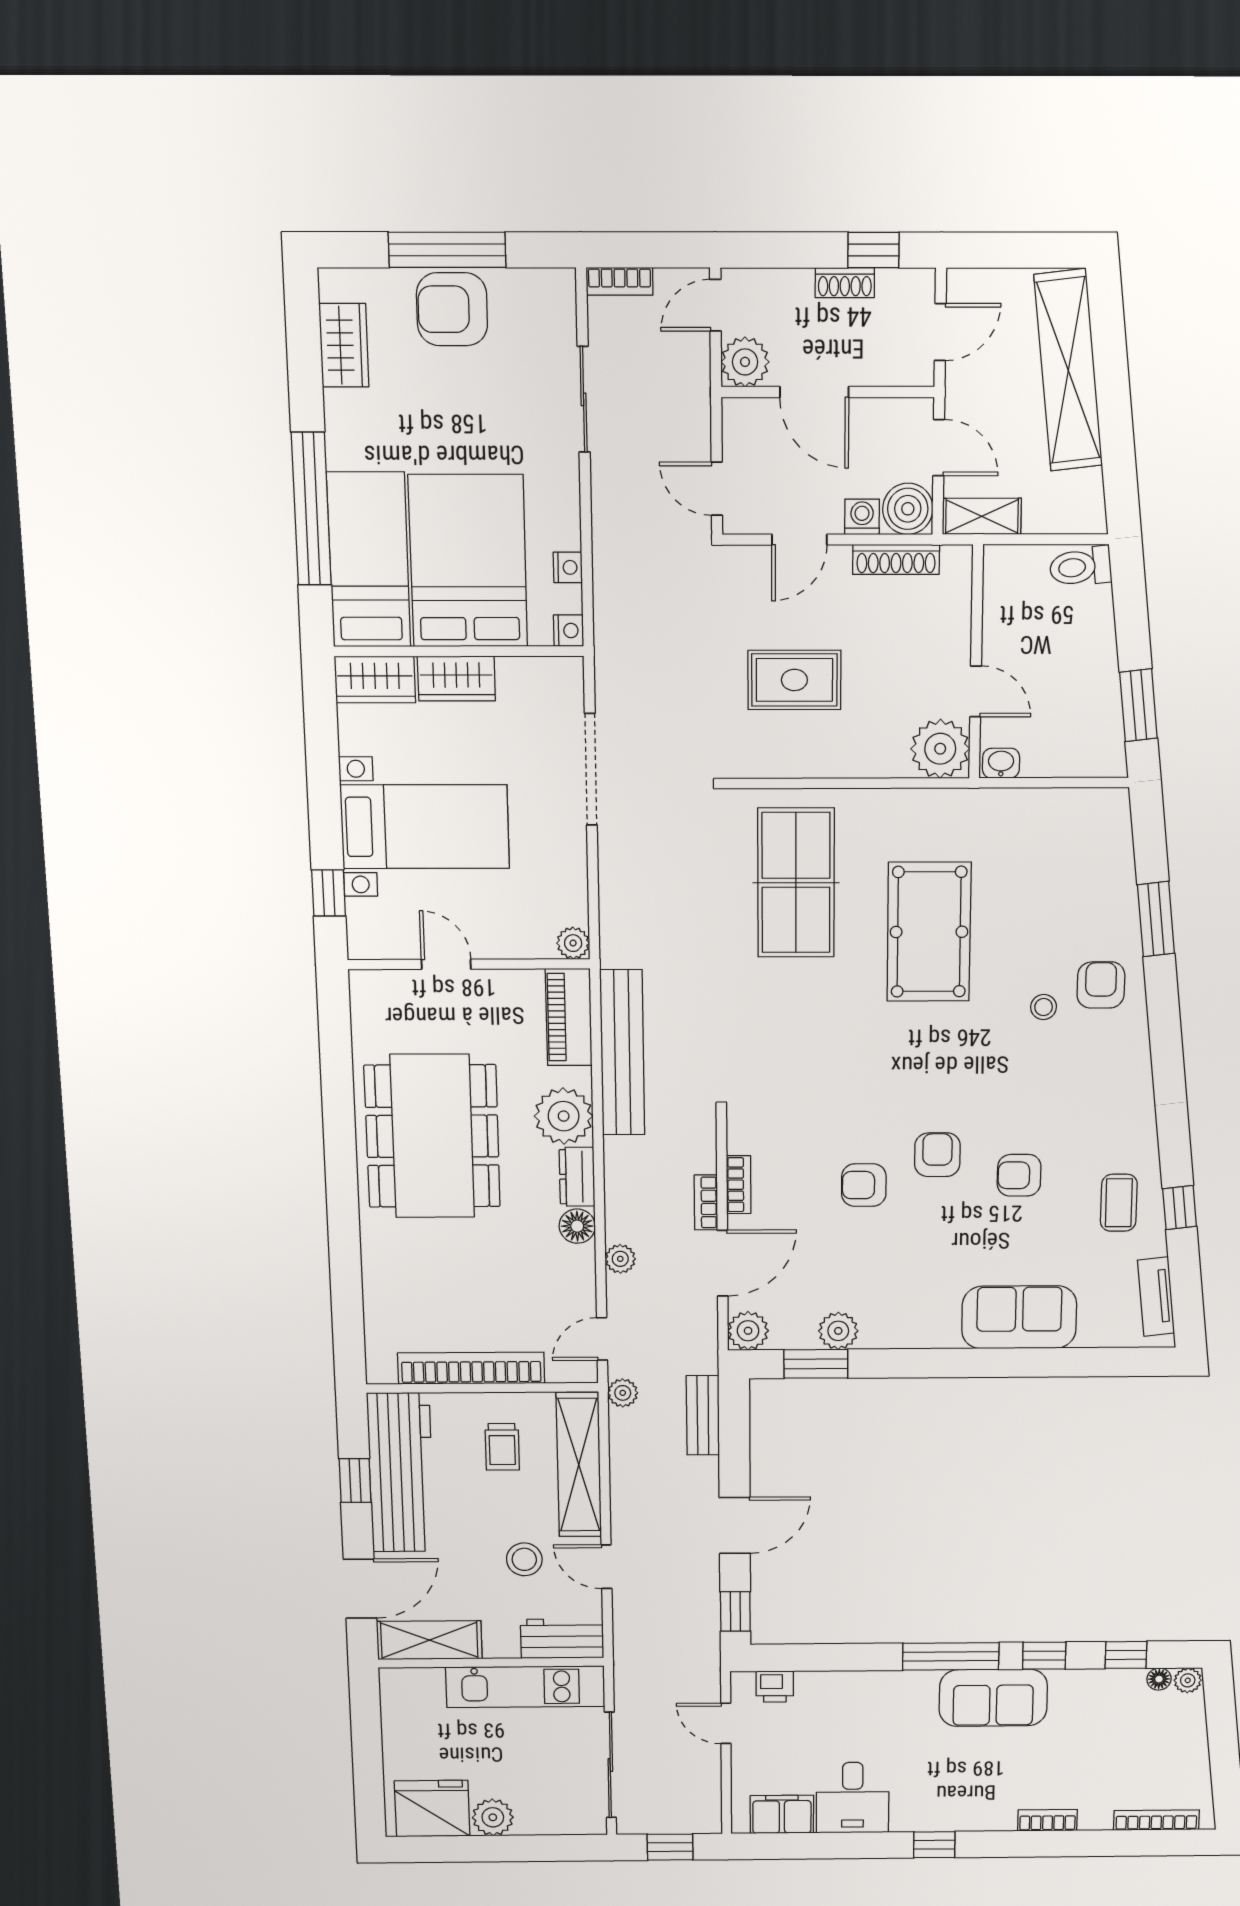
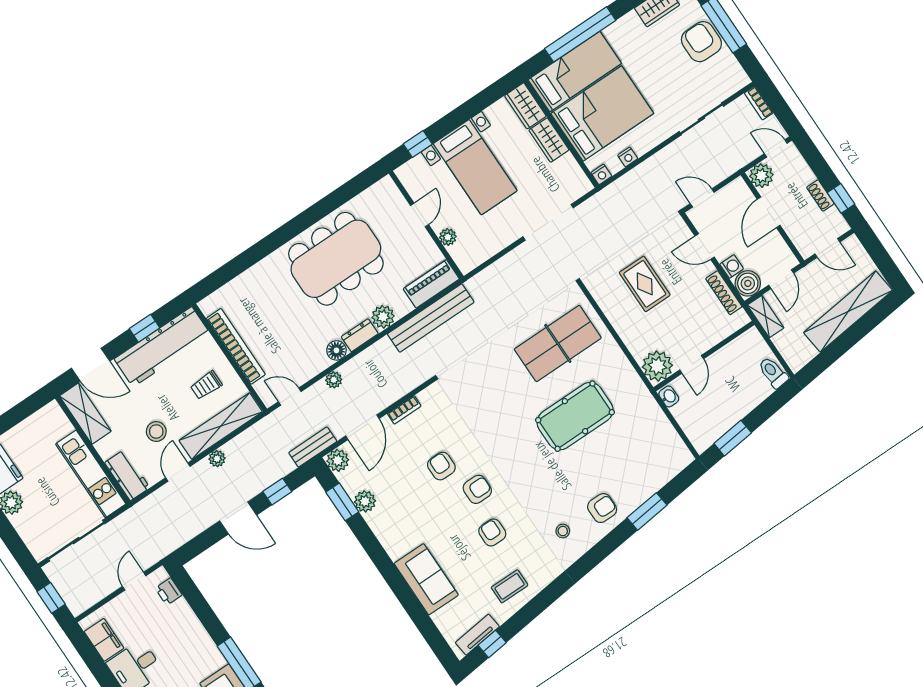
door: (717, 489) -> (702, 198), hinge flipped
plant: (573, 943) -> (448, 237), moved
stool: (1044, 1007) -> (563, 531), moved
plant: (564, 1116) -> (383, 317), width x0.73, depth x0.73
bookcase: (706, 1202) -> (386, 401), removed
window: (1180, 1207) -> (492, 644), moved
door: (722, 1263) -> (362, 427), hinge flipped
plant: (623, 1393) -> (217, 459), moved
bench: (703, 1415) -> (313, 447), moved
window: (735, 1611) -> (277, 492), moved

